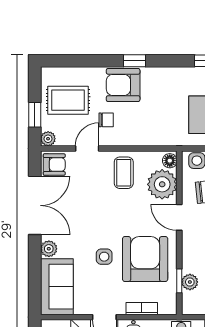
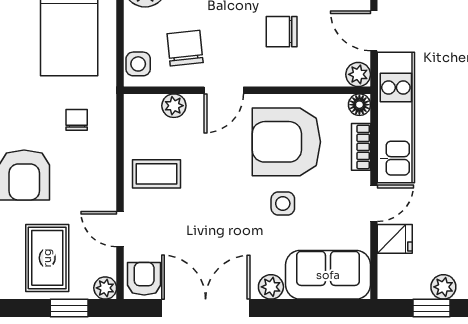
chair: (106, 120) -> (77, 120), moved
floor lamp: (170, 161) -> (359, 105), moved
plant: (162, 184) -> (174, 106), width x0.53, depth x0.53
window: (179, 281) -> (319, 90), removed
plant: (190, 282) -> (358, 74), moved

